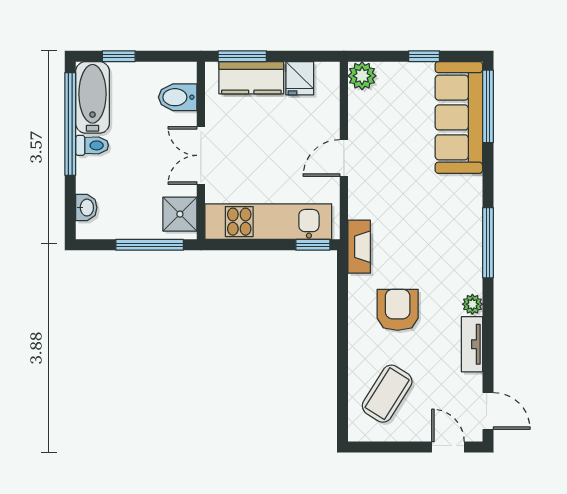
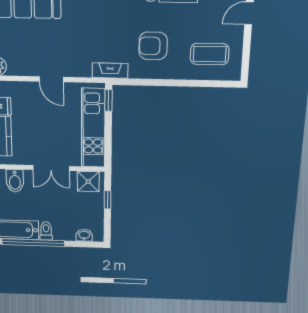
window: (150, 245) -> (108, 200), width x0.46
coffee table: (387, 394) -> (210, 54), turned -32

